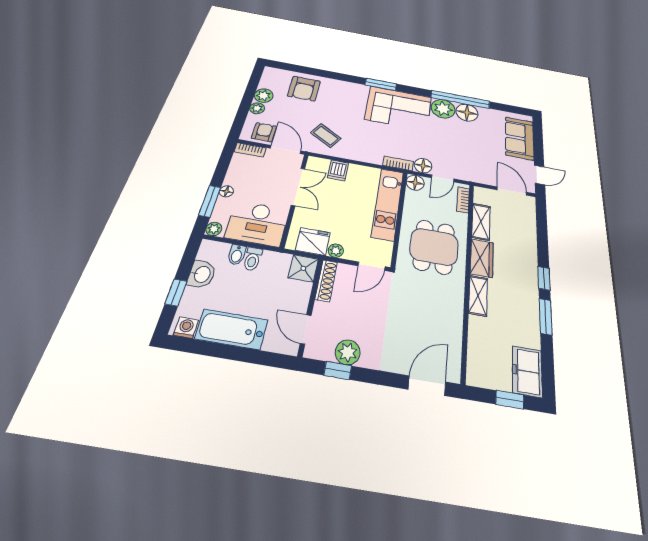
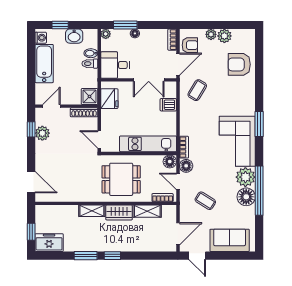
coffee table: (470, 154) -> (205, 201), added
desk: (257, 223) -> (115, 65), width x0.73
plant: (336, 251) -> (106, 115), removed

